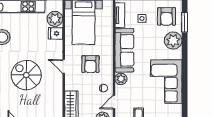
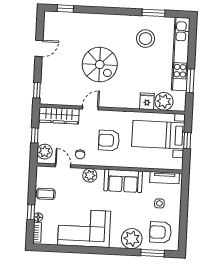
sofa: (124, 50) -> (123, 181), width x0.73
door: (64, 66) -> (90, 108), moved
spiral stairs: (26, 75) -> (100, 65), turned 90

